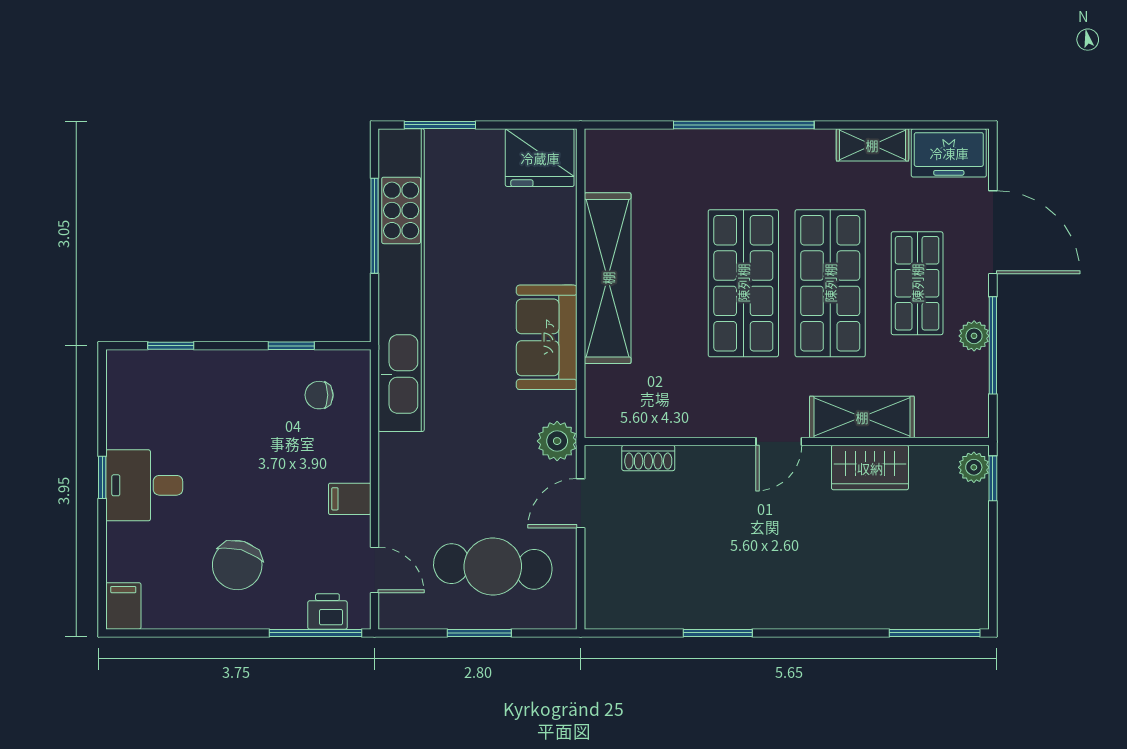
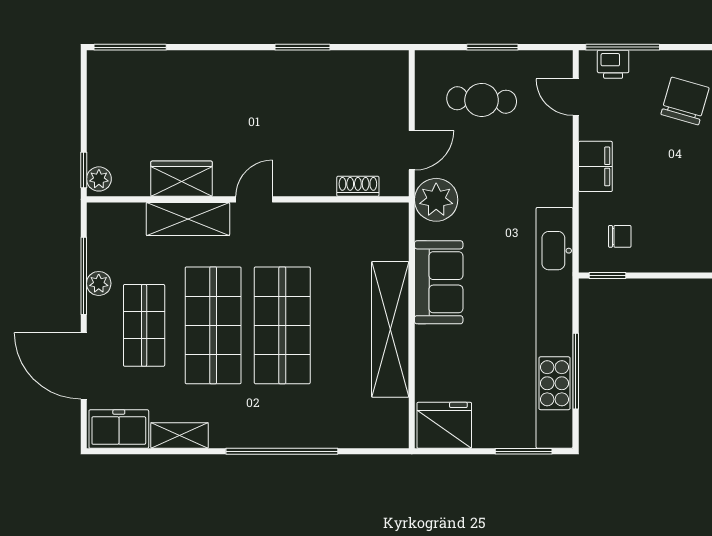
window: (291, 346) -> (608, 276), moved
plant: (557, 441) -> (436, 200), width x1.36, depth x1.36
filing cabinet: (350, 499) -> (595, 166), width x2.00
cafe table: (493, 566) -> (482, 100), width x0.73, depth x0.74

